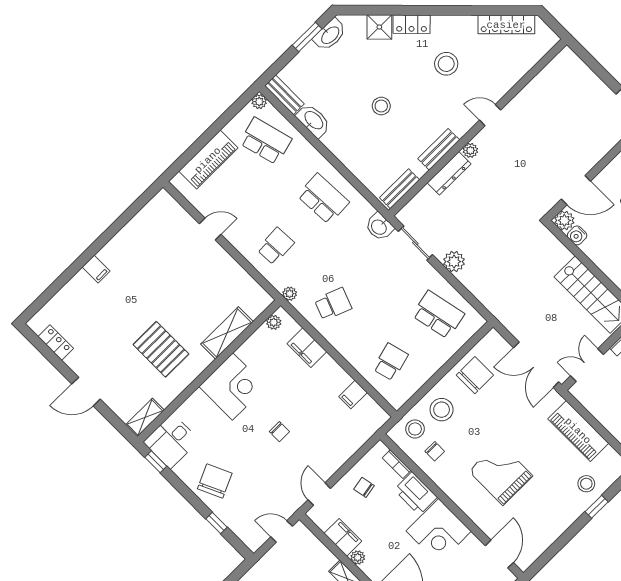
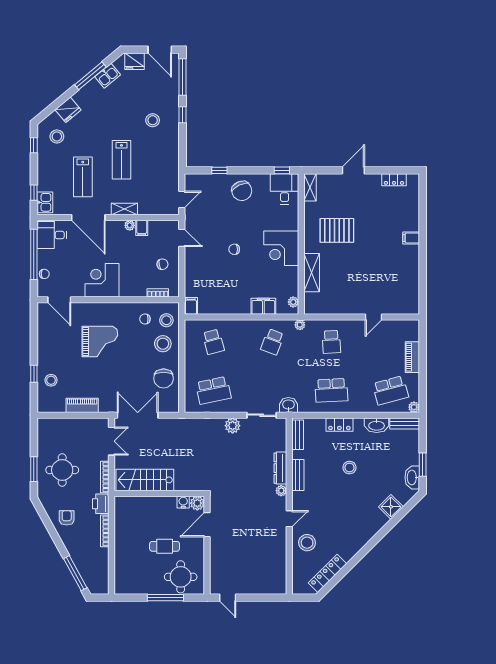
locker: (412, 24) -> (339, 425), moved, turned -135
stool: (446, 64) -> (307, 543), moved
piano: (208, 160) -> (412, 357), width x0.73, depth x0.75
filing cabinet: (353, 395) -> (191, 306), moved
piano: (578, 431) -> (82, 405), width x0.73, depth x0.75
printer: (416, 493) -> (133, 288), removed
filing cabinet: (343, 537) -> (142, 228), width x0.50

